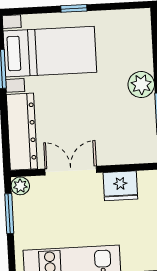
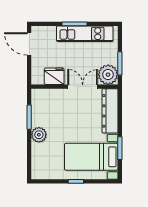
double door: (71, 171) -> (83, 87), swing flipped
plant: (20, 186) -> (108, 75), width x1.87, depth x1.87

